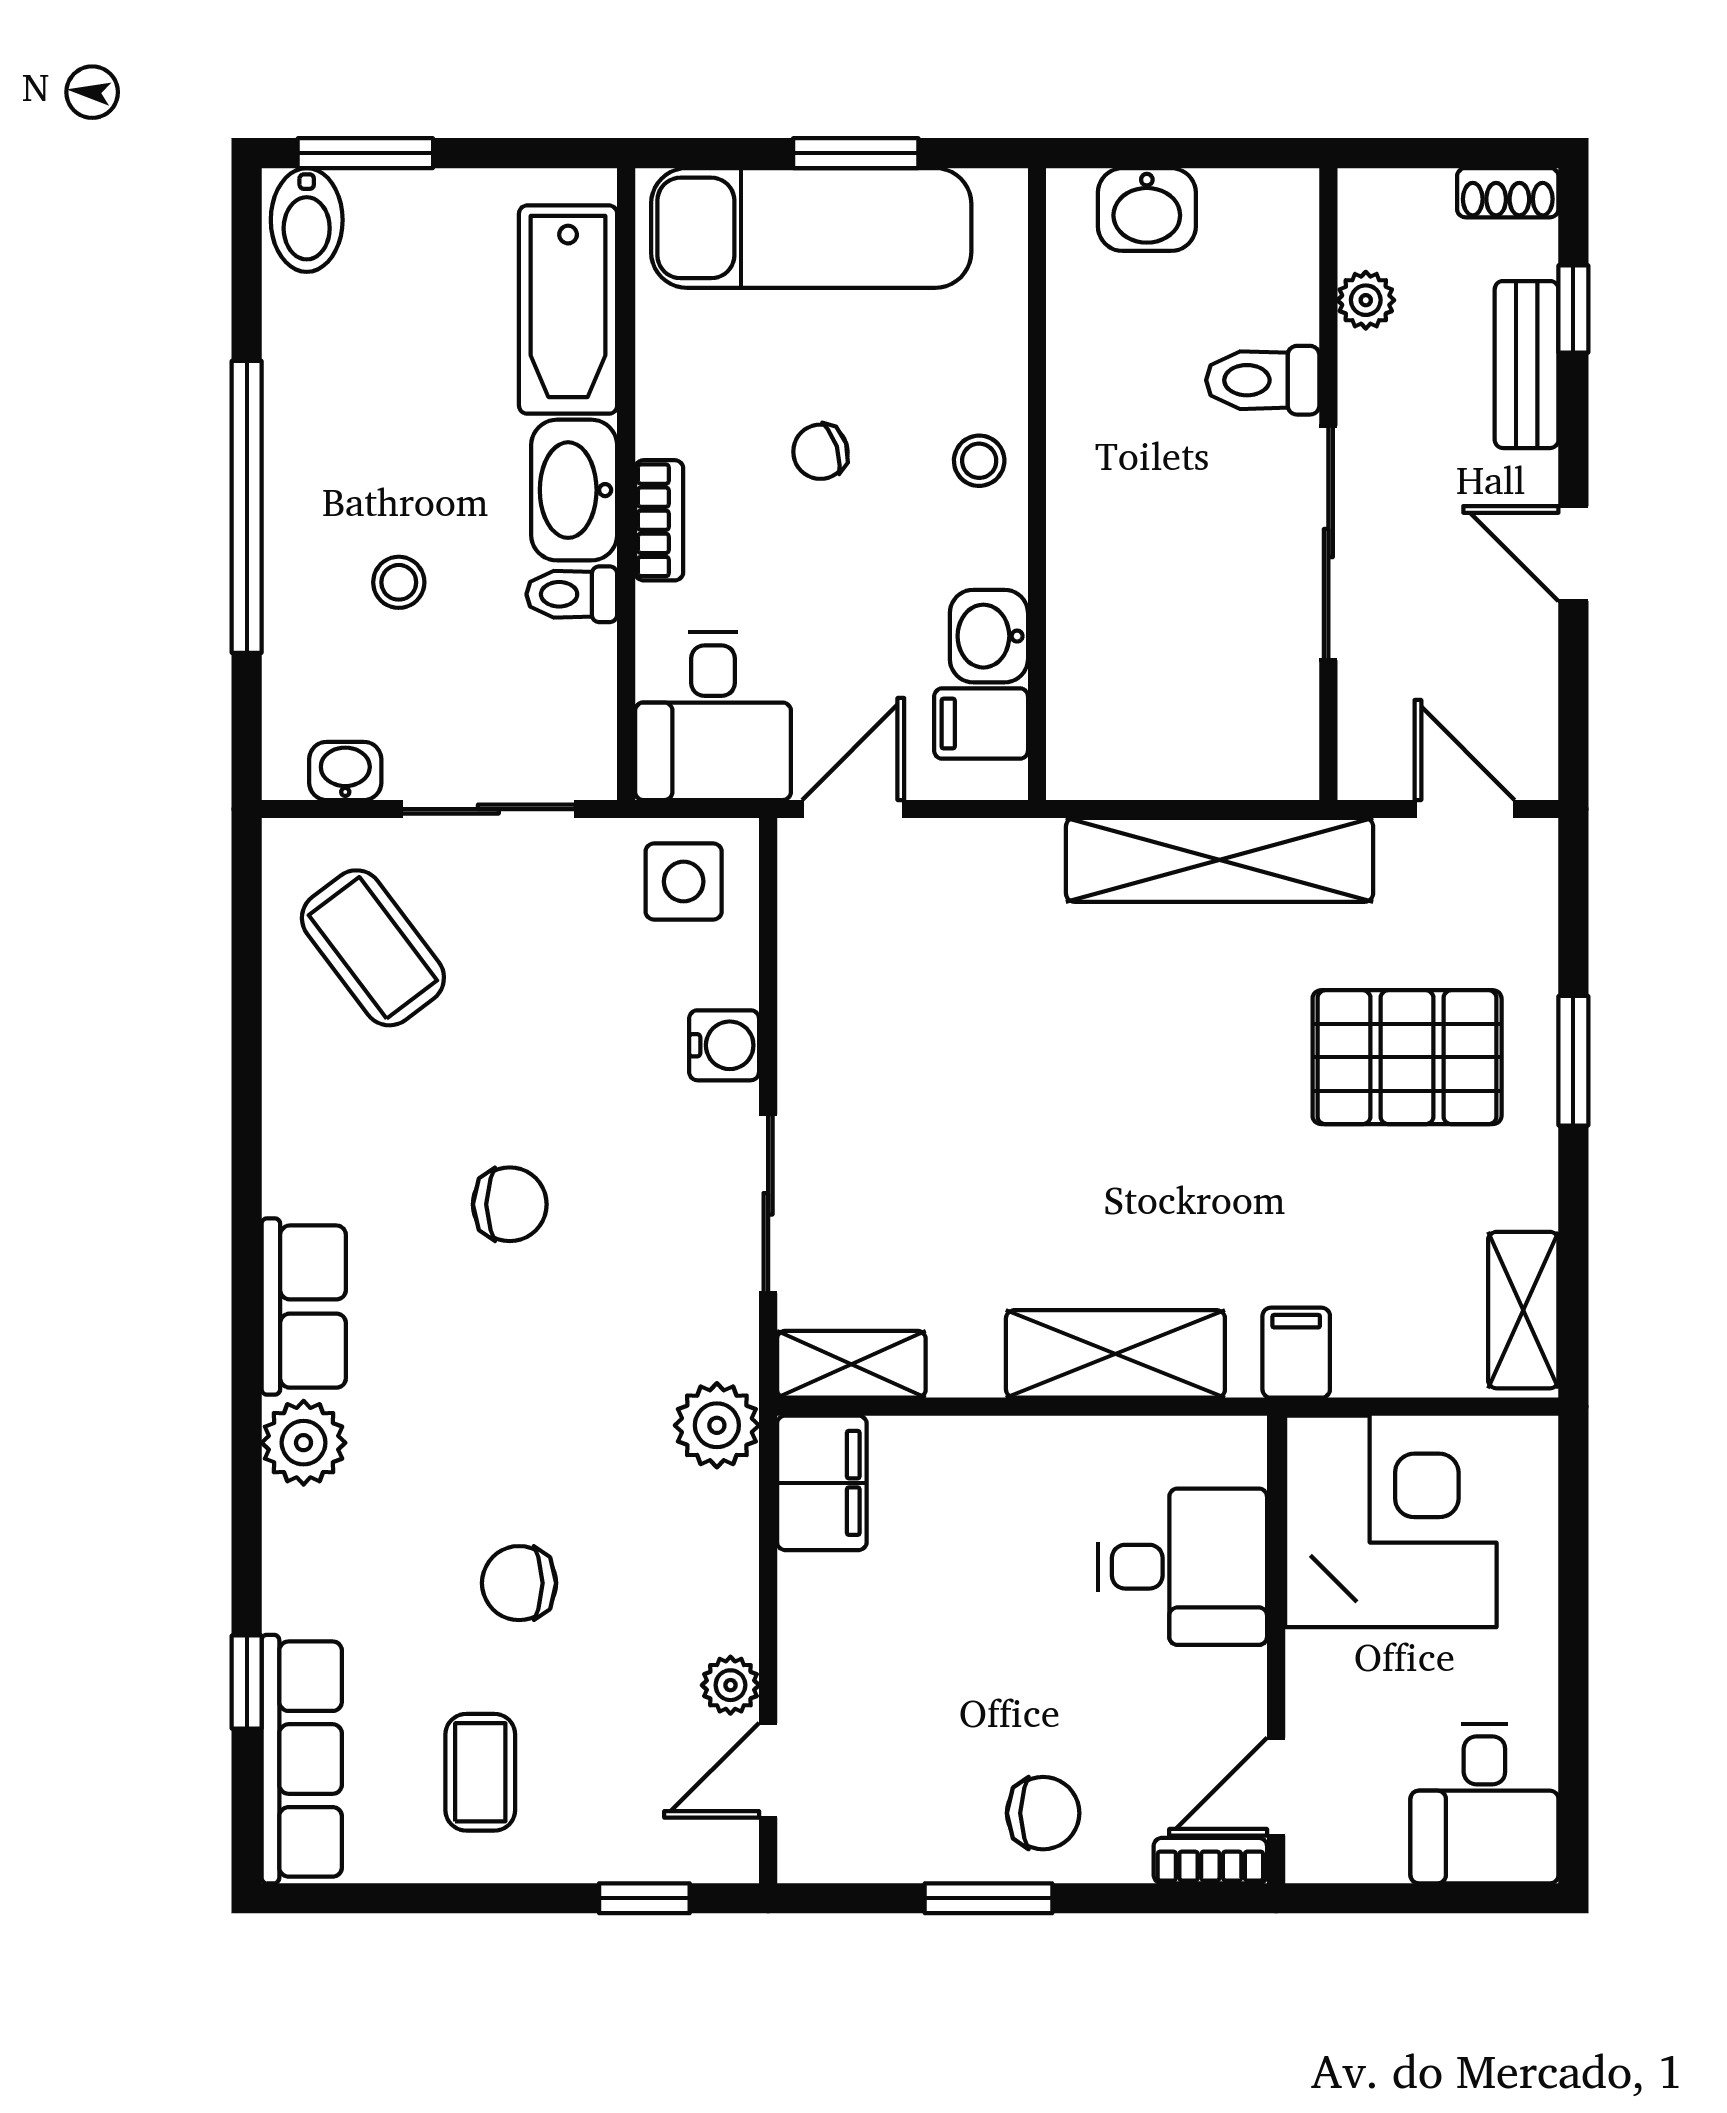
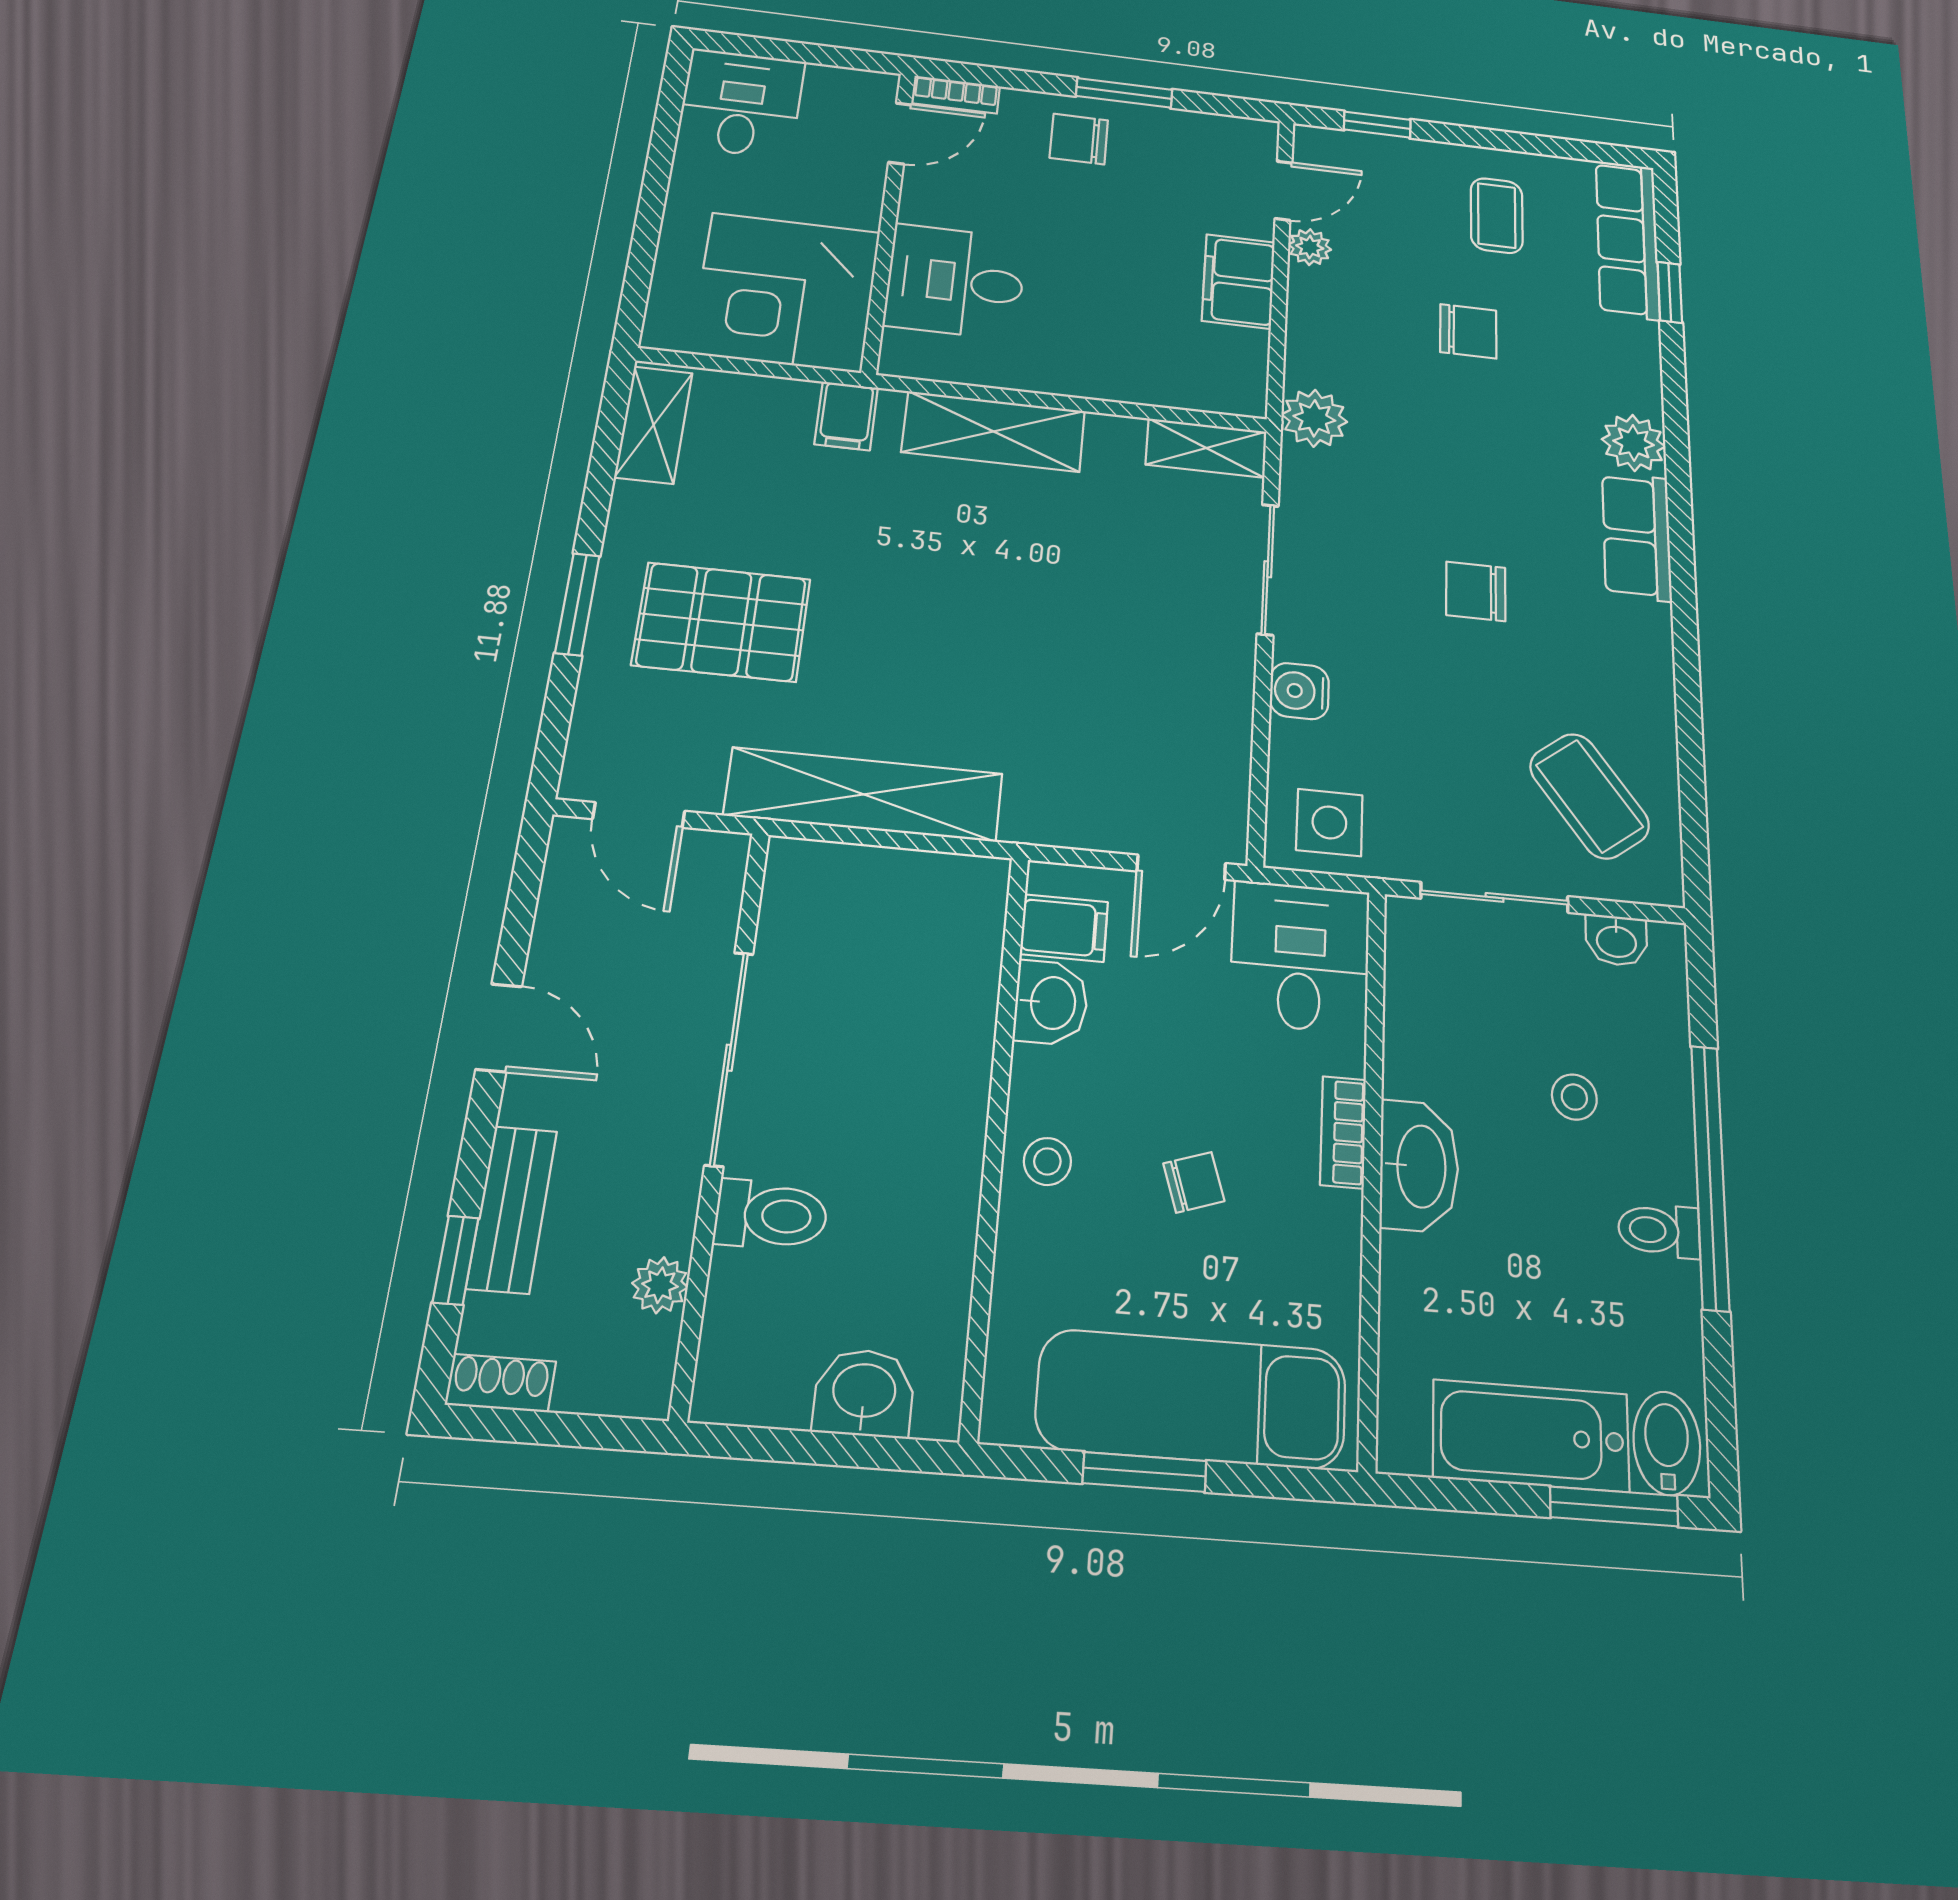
bathtub: (568, 310) -> (1531, 1436), moved, turned -90
toilet: (572, 594) -> (1659, 1231), moved, turned 180
filing cabinet: (822, 1483) -> (1238, 281), moved

